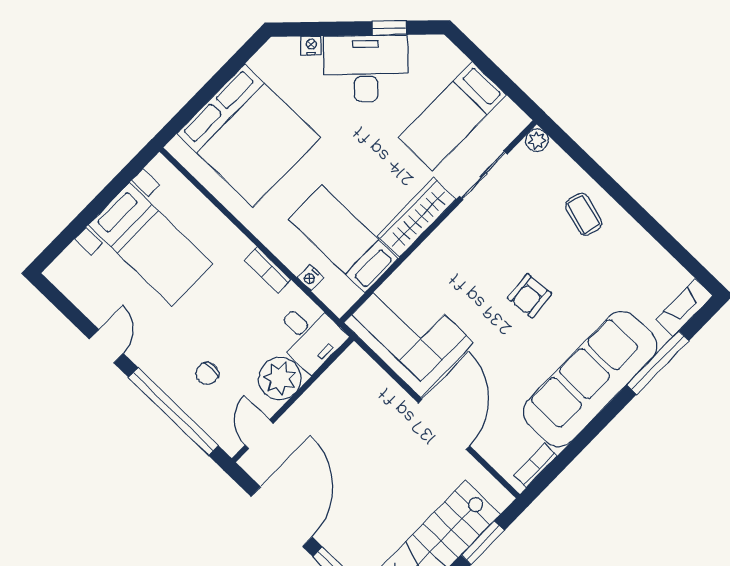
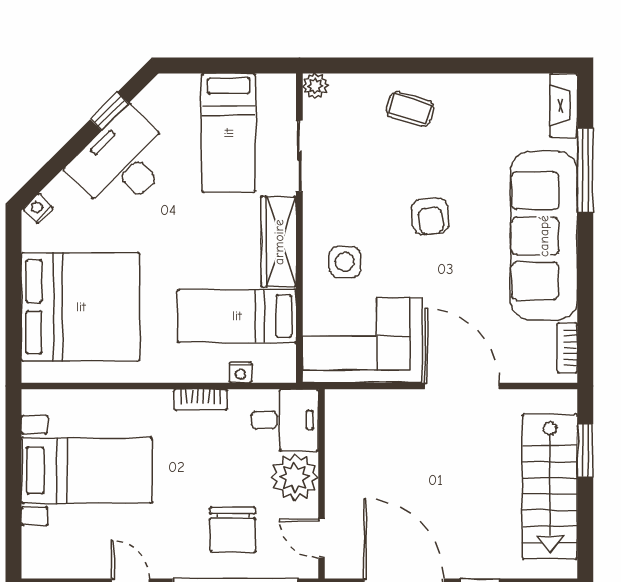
nightstand: (311, 46) -> (38, 209), moved
side table: (446, 272) -> (345, 262), added
chair: (207, 373) -> (233, 530), width x1.87, depth x1.87

